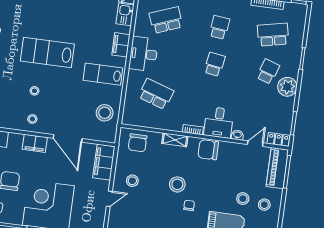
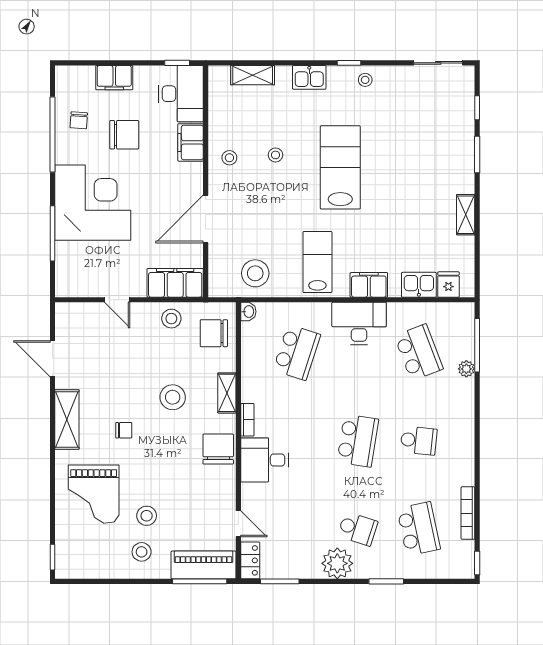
school desk: (215, 64) -> (358, 441), width x1.85
washbasin: (237, 135) -> (248, 312), moved
filing cabinet: (35, 143) -> (191, 142), moved
stool: (132, 181) -> (171, 319), moved
stool: (177, 184) -> (173, 397), moved

